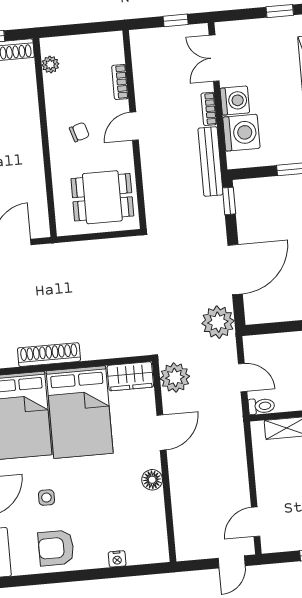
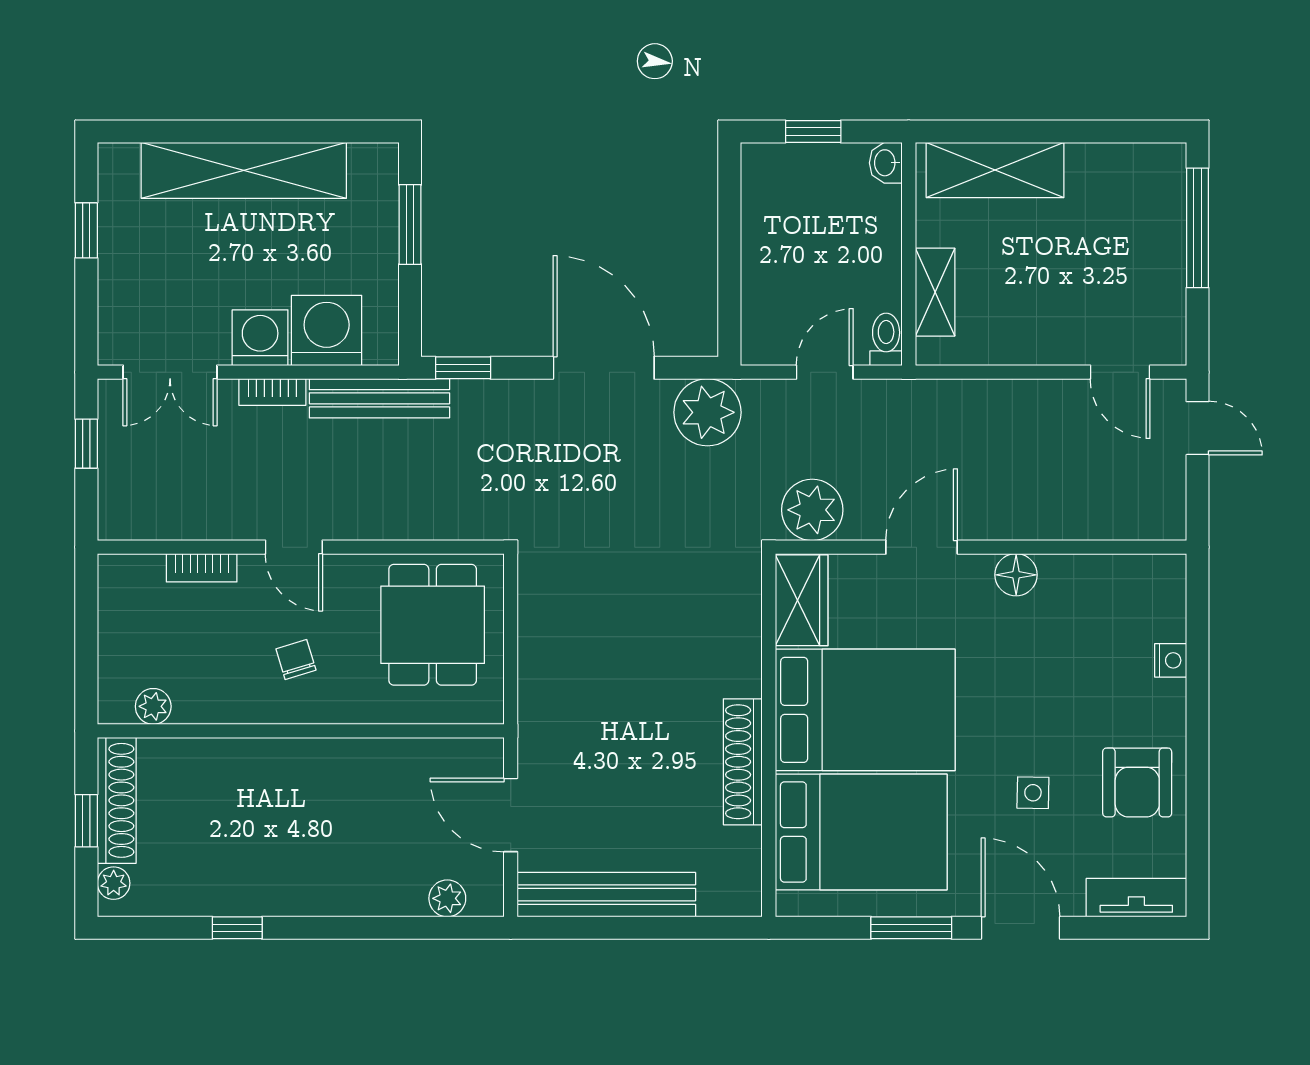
door: (162, 432) -> (922, 547), hinge flipped

